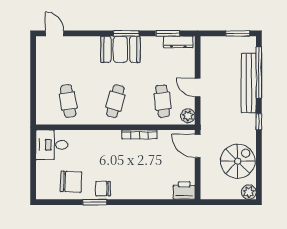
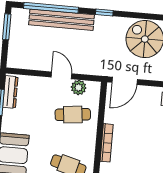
door: (198, 88) -> (61, 75), swing flipped
plant: (188, 116) -> (79, 87), moved

